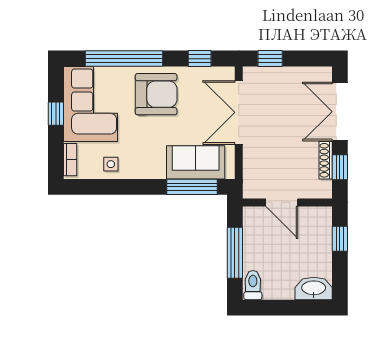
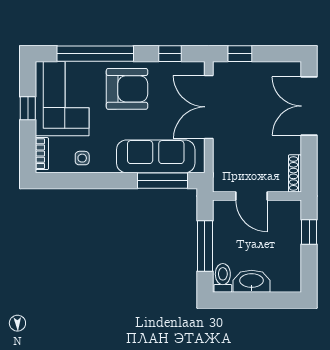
shoe rack: (326, 160) -> (295, 173), moved
sofa: (196, 162) -> (156, 156), width x1.36
window: (340, 167) -> (309, 161), removed
washbasin: (314, 288) -> (251, 281), moved

